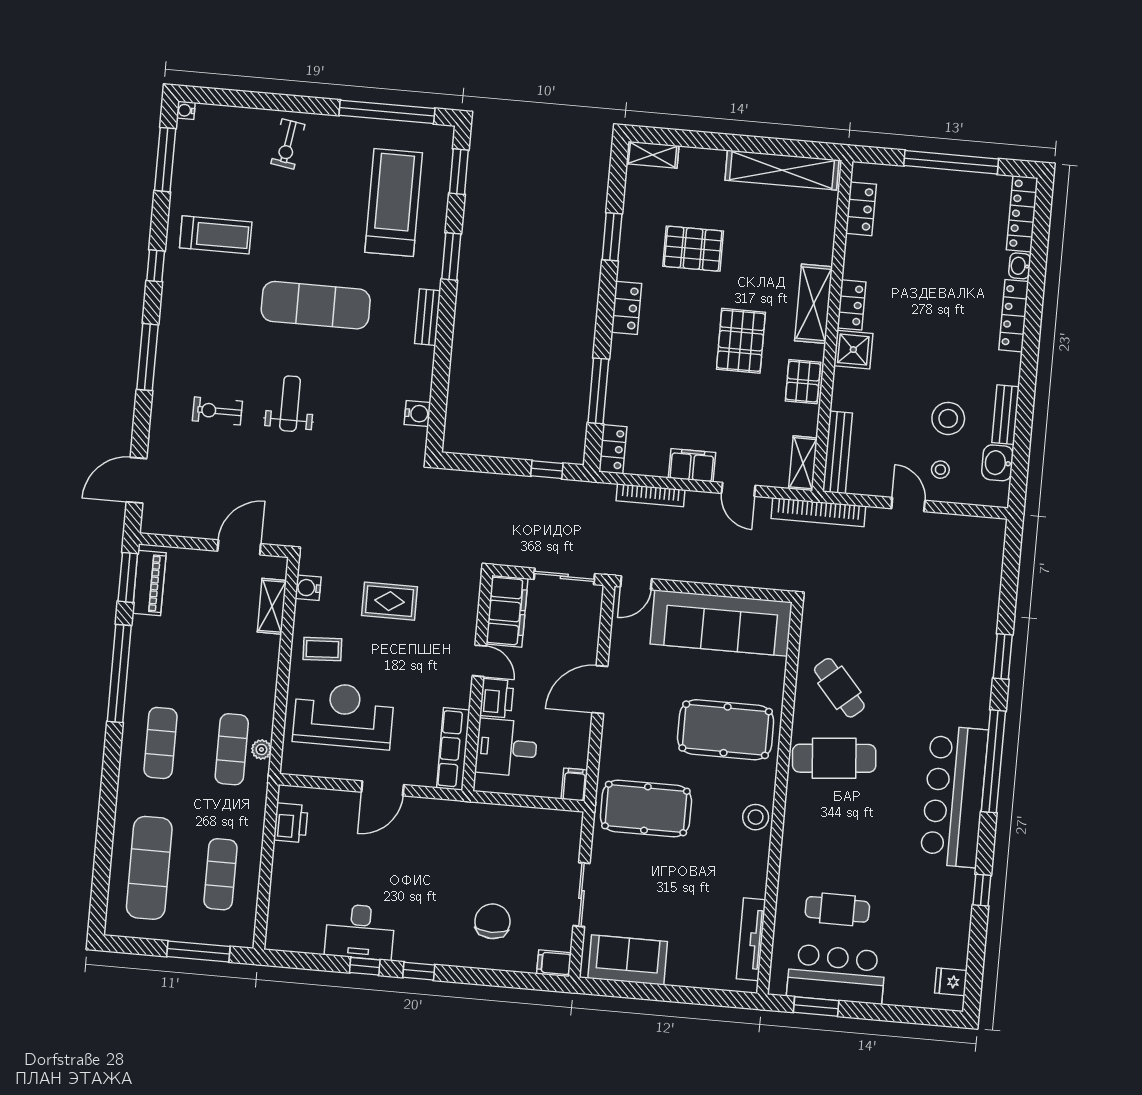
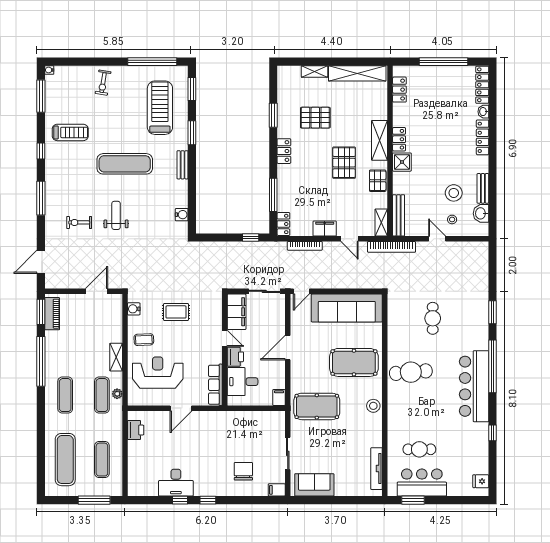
shelving: (653, 155) -> (314, 71), moved
shelving: (272, 606) -> (116, 357), moved
cafe table: (839, 688) -> (433, 318), moved, turned 41

